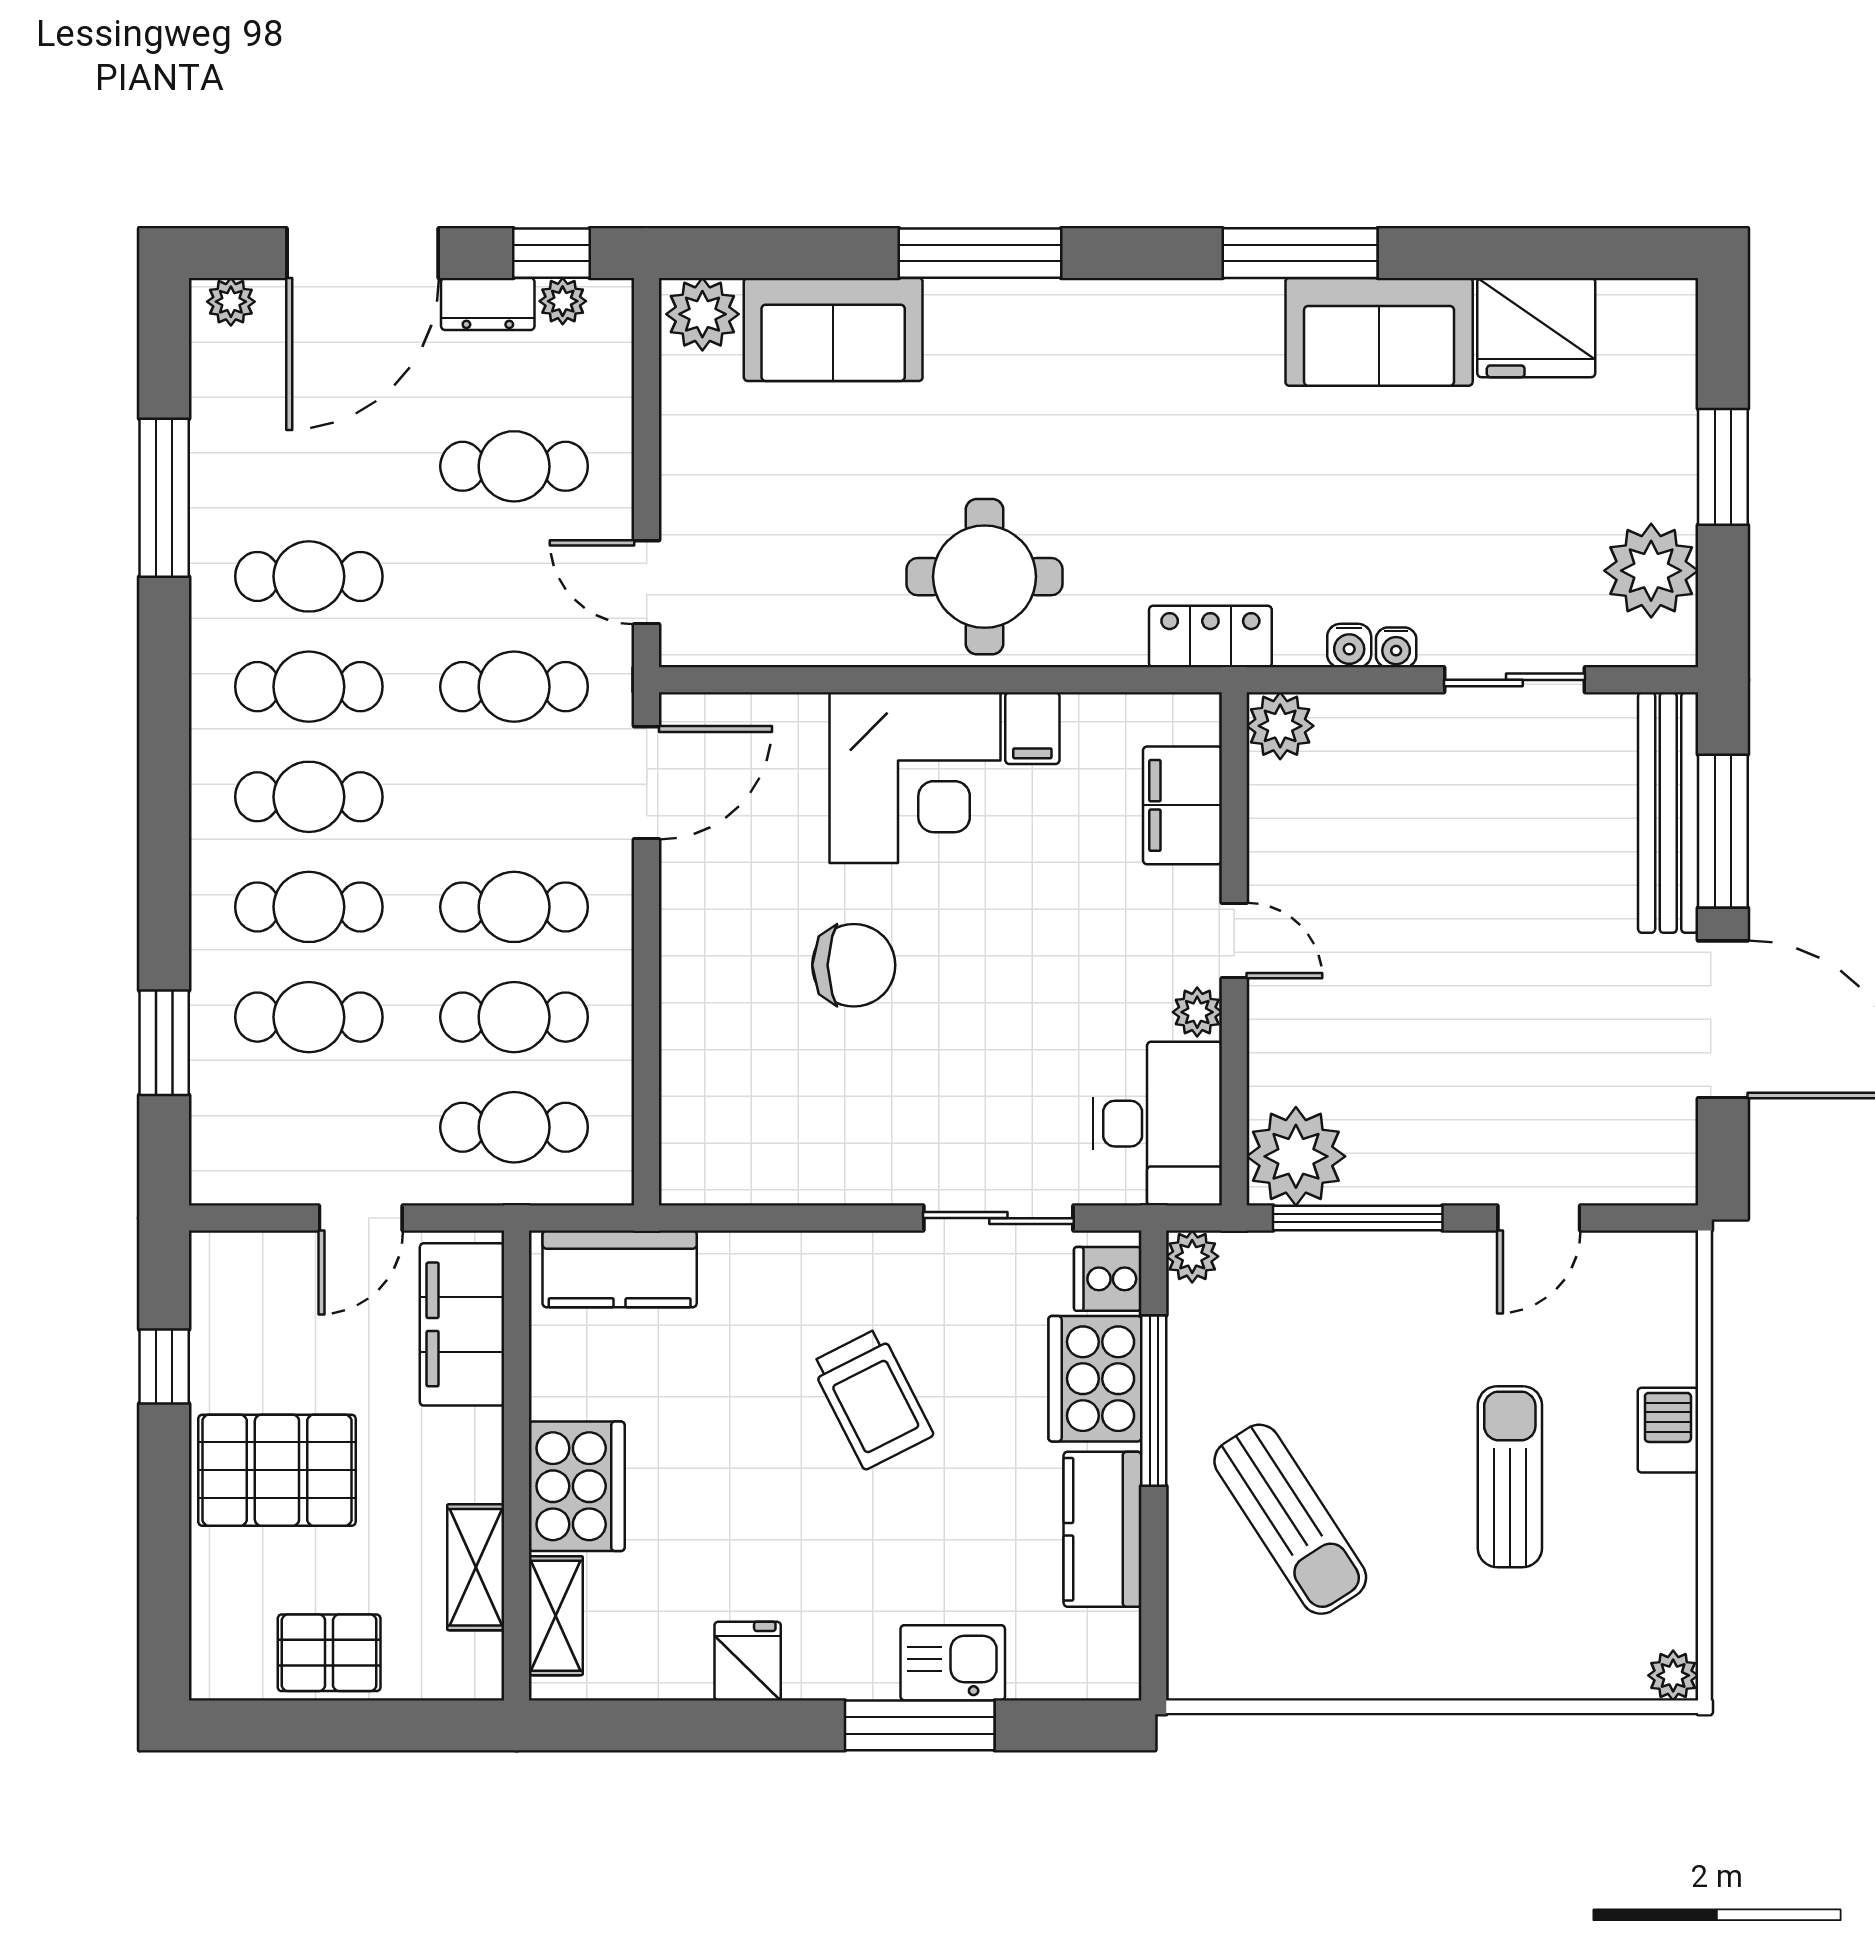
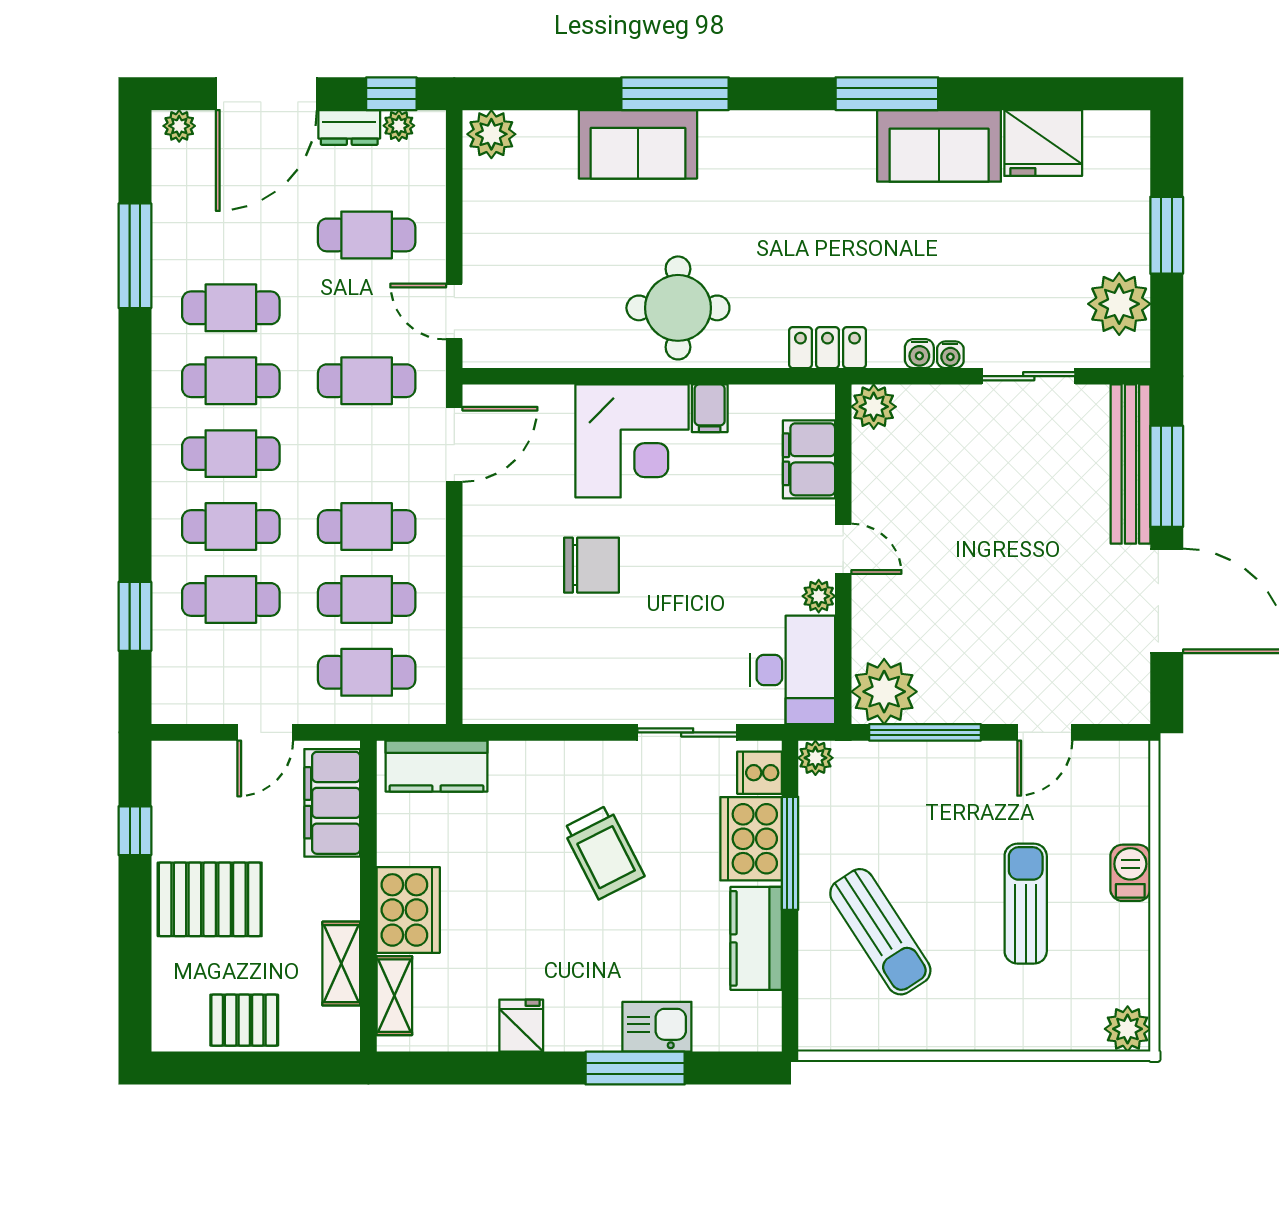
sofa: (833, 329) -> (638, 144), moved
plant: (1673, 1675) -> (1128, 1029), width x1.38, depth x1.38

